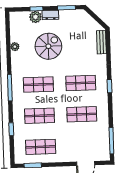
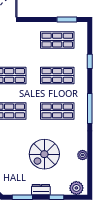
plant: (35, 17) -> (76, 188), moved

